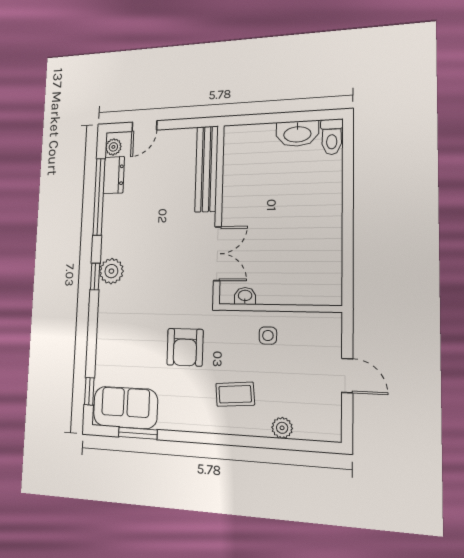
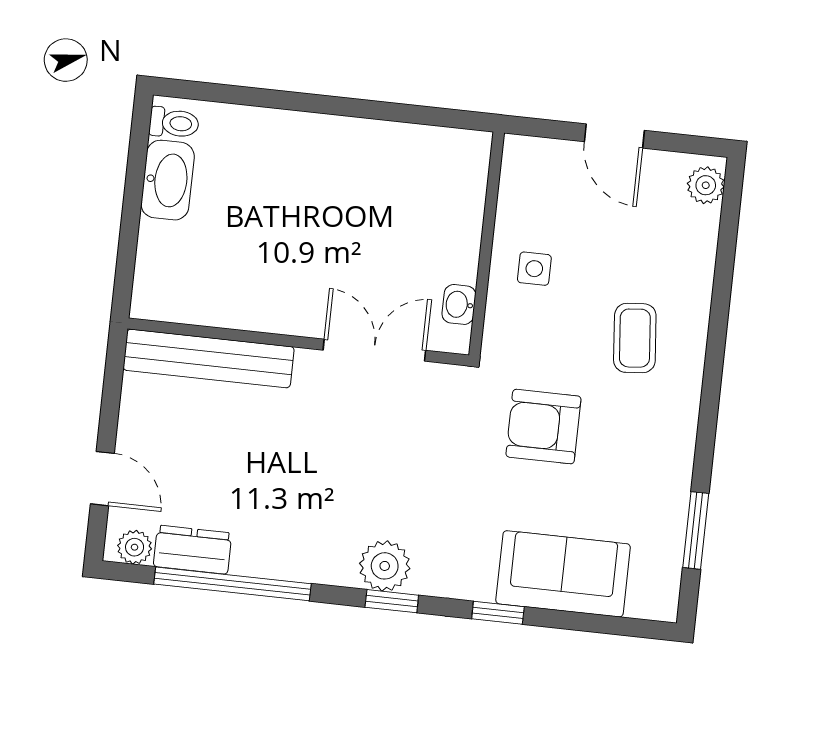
toilet: (332, 137) -> (174, 123), width x0.73, depth x0.72
armchair: (185, 347) -> (543, 427), turned 180
door: (347, 376) -> (614, 136), swing flipped
window: (89, 391) -> (498, 613), moved
sofa: (125, 407) -> (563, 574), moved, turned 90
plant: (282, 428) -> (706, 185), moved

